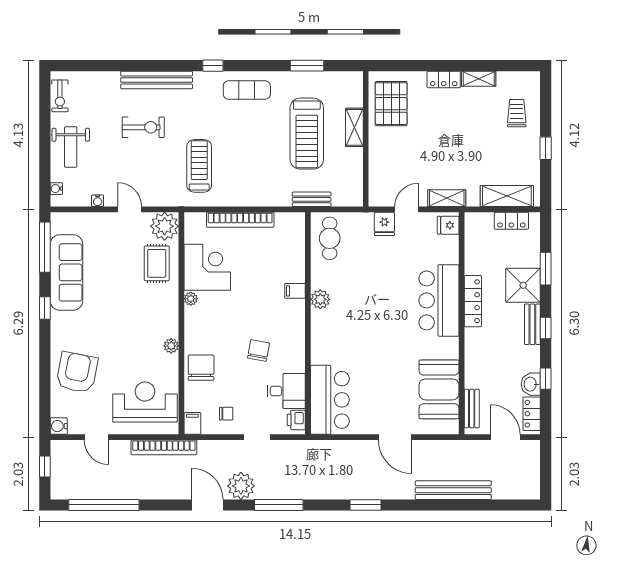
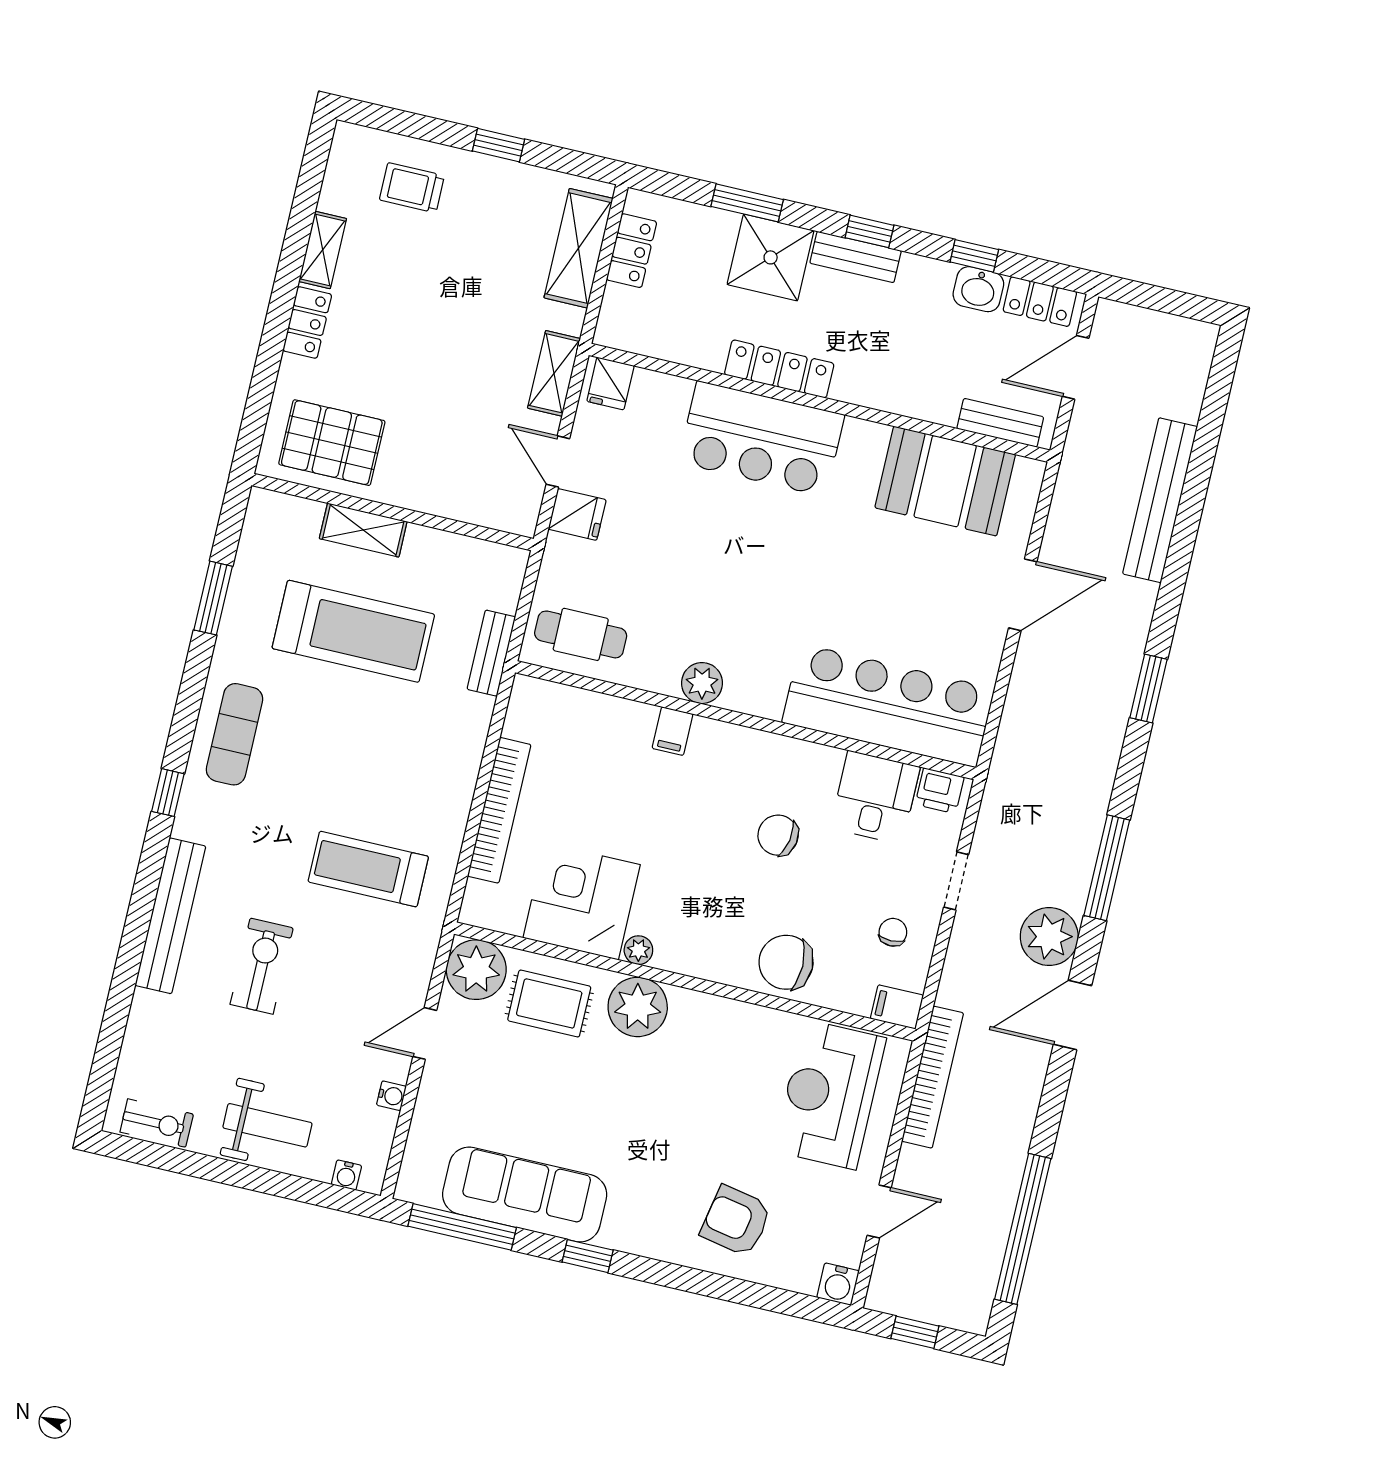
plant: (171, 346) -> (638, 1007), moved, width x1.87, depth x1.87
armchair: (77, 372) -> (736, 1221), width x0.73, depth x0.73
bar counter: (330, 400) -> (888, 706), width x1.36

